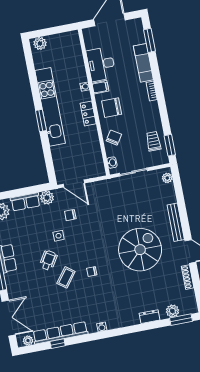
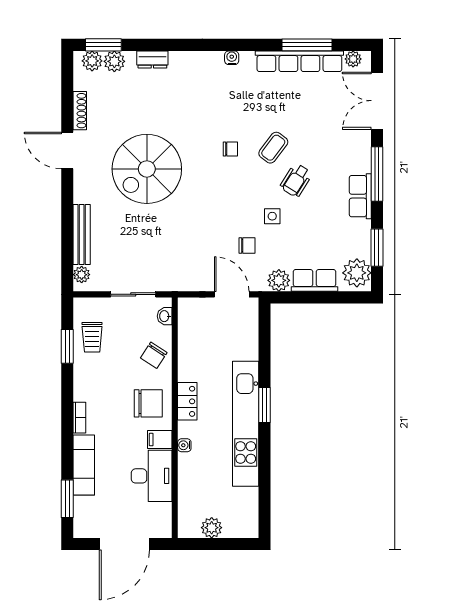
plant: (40, 43) -> (212, 528), moved
window: (170, 145) -> (67, 346), moved
bench: (176, 222) -> (82, 234), moved
plant: (186, 309) -> (92, 61), added
window: (58, 344) -> (307, 45), width x2.17

